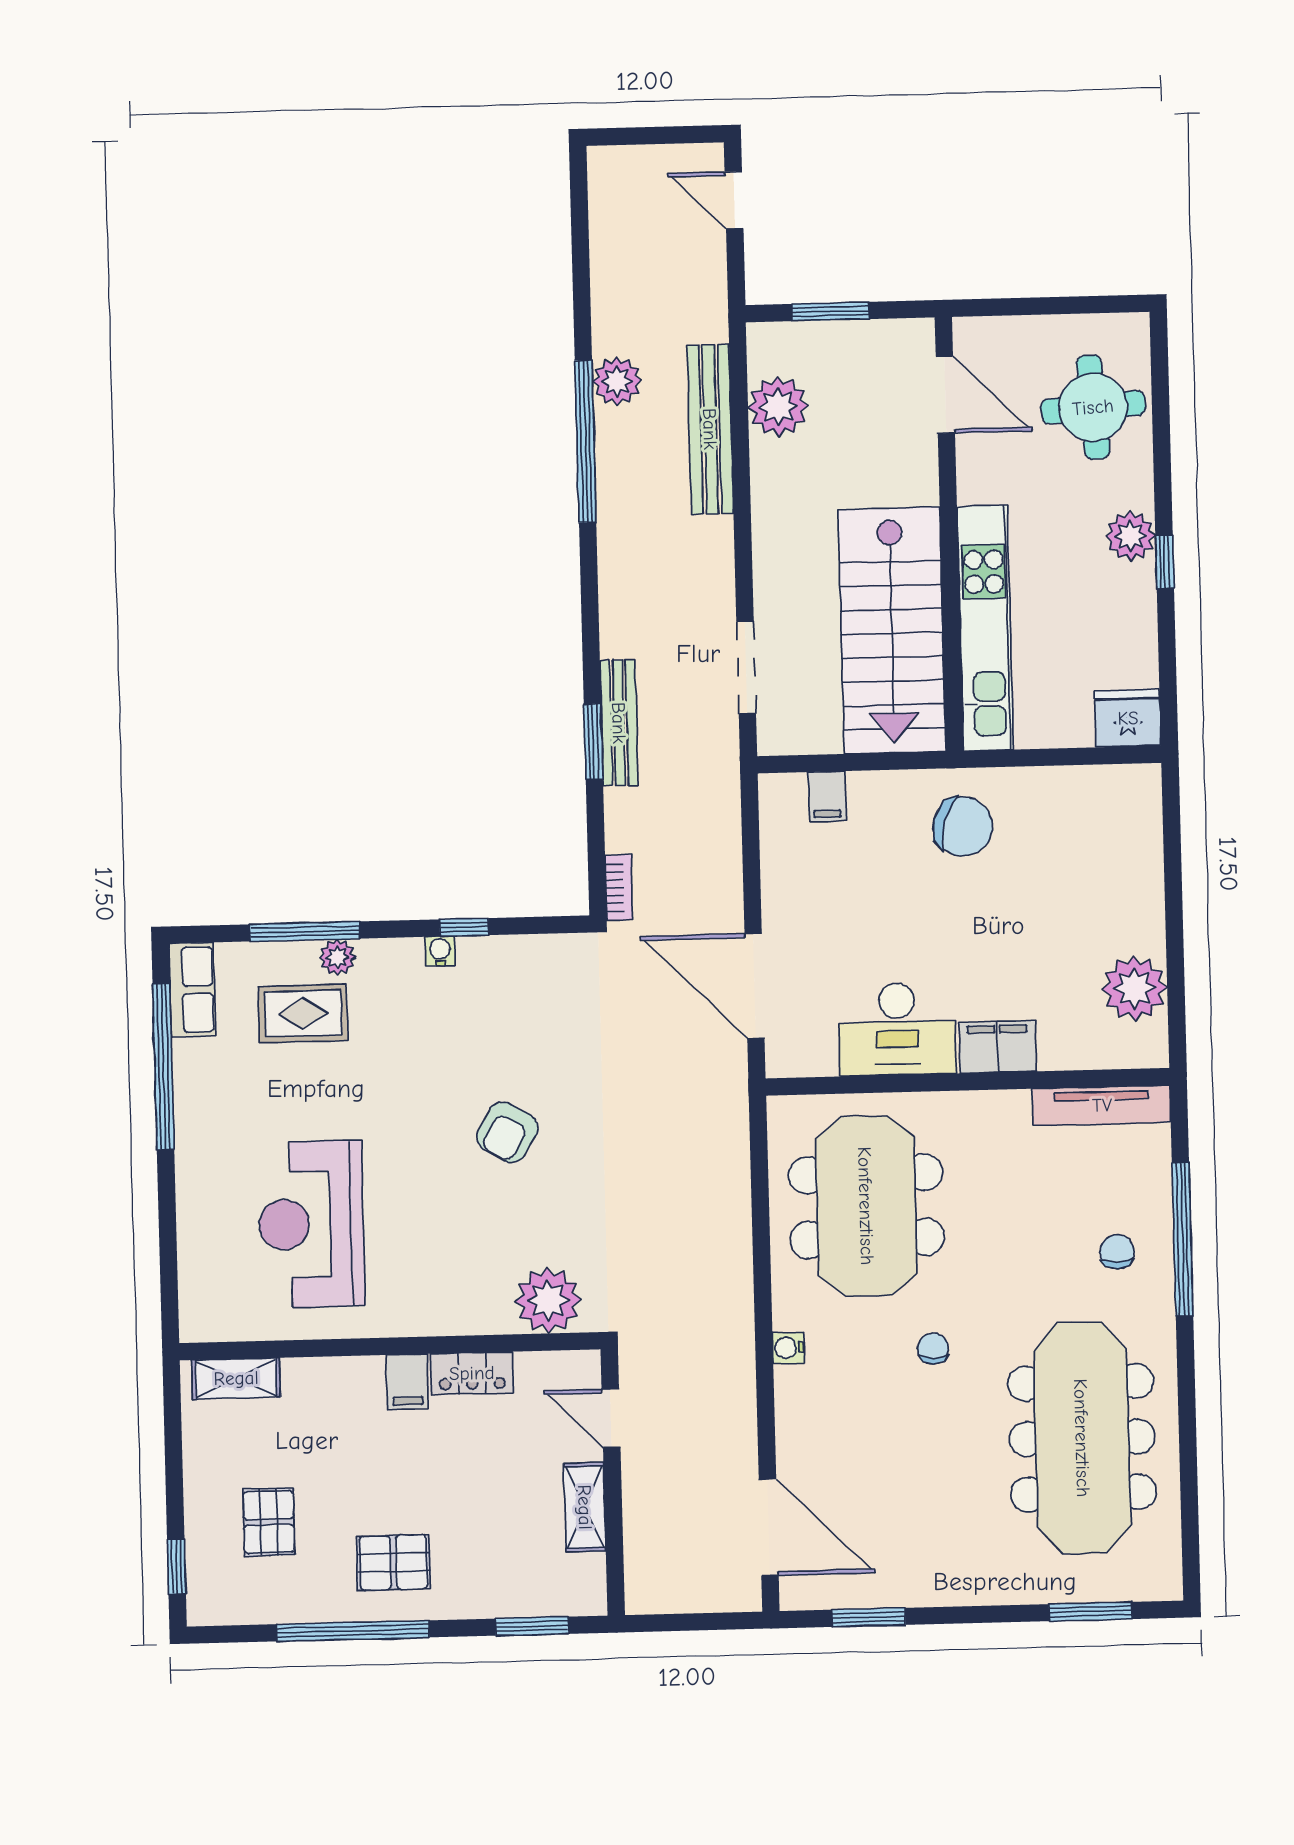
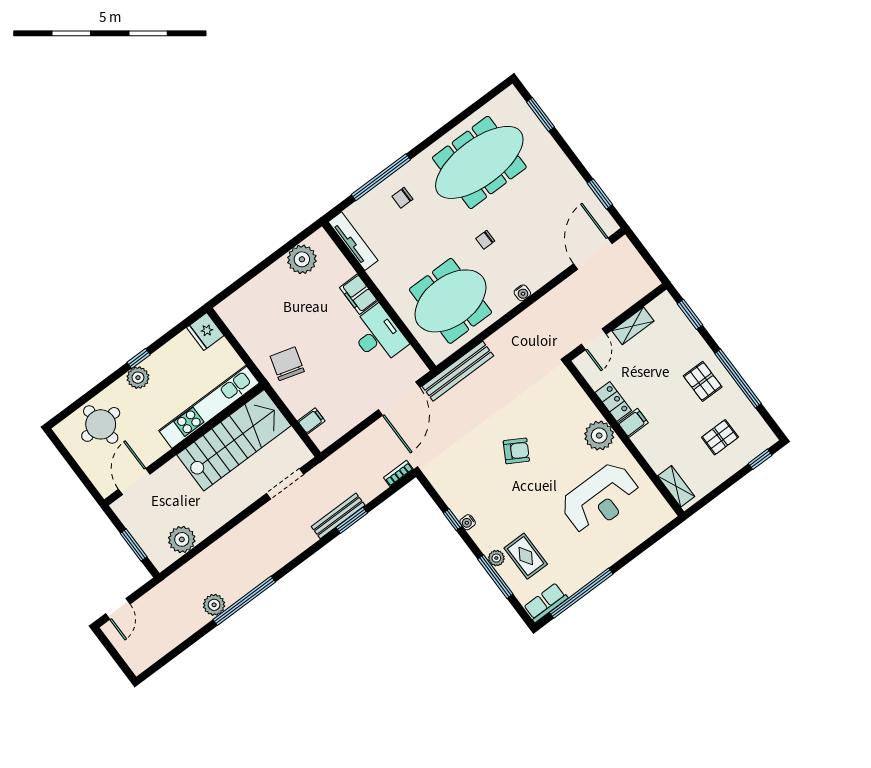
bench: (710, 429) -> (458, 371), moved
plant: (548, 1300) -> (599, 436), moved

